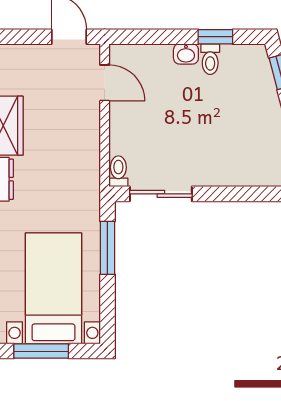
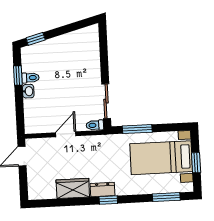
door: (105, 83) -> (66, 134), moved
window: (41, 351) -> (196, 163), width x0.67

